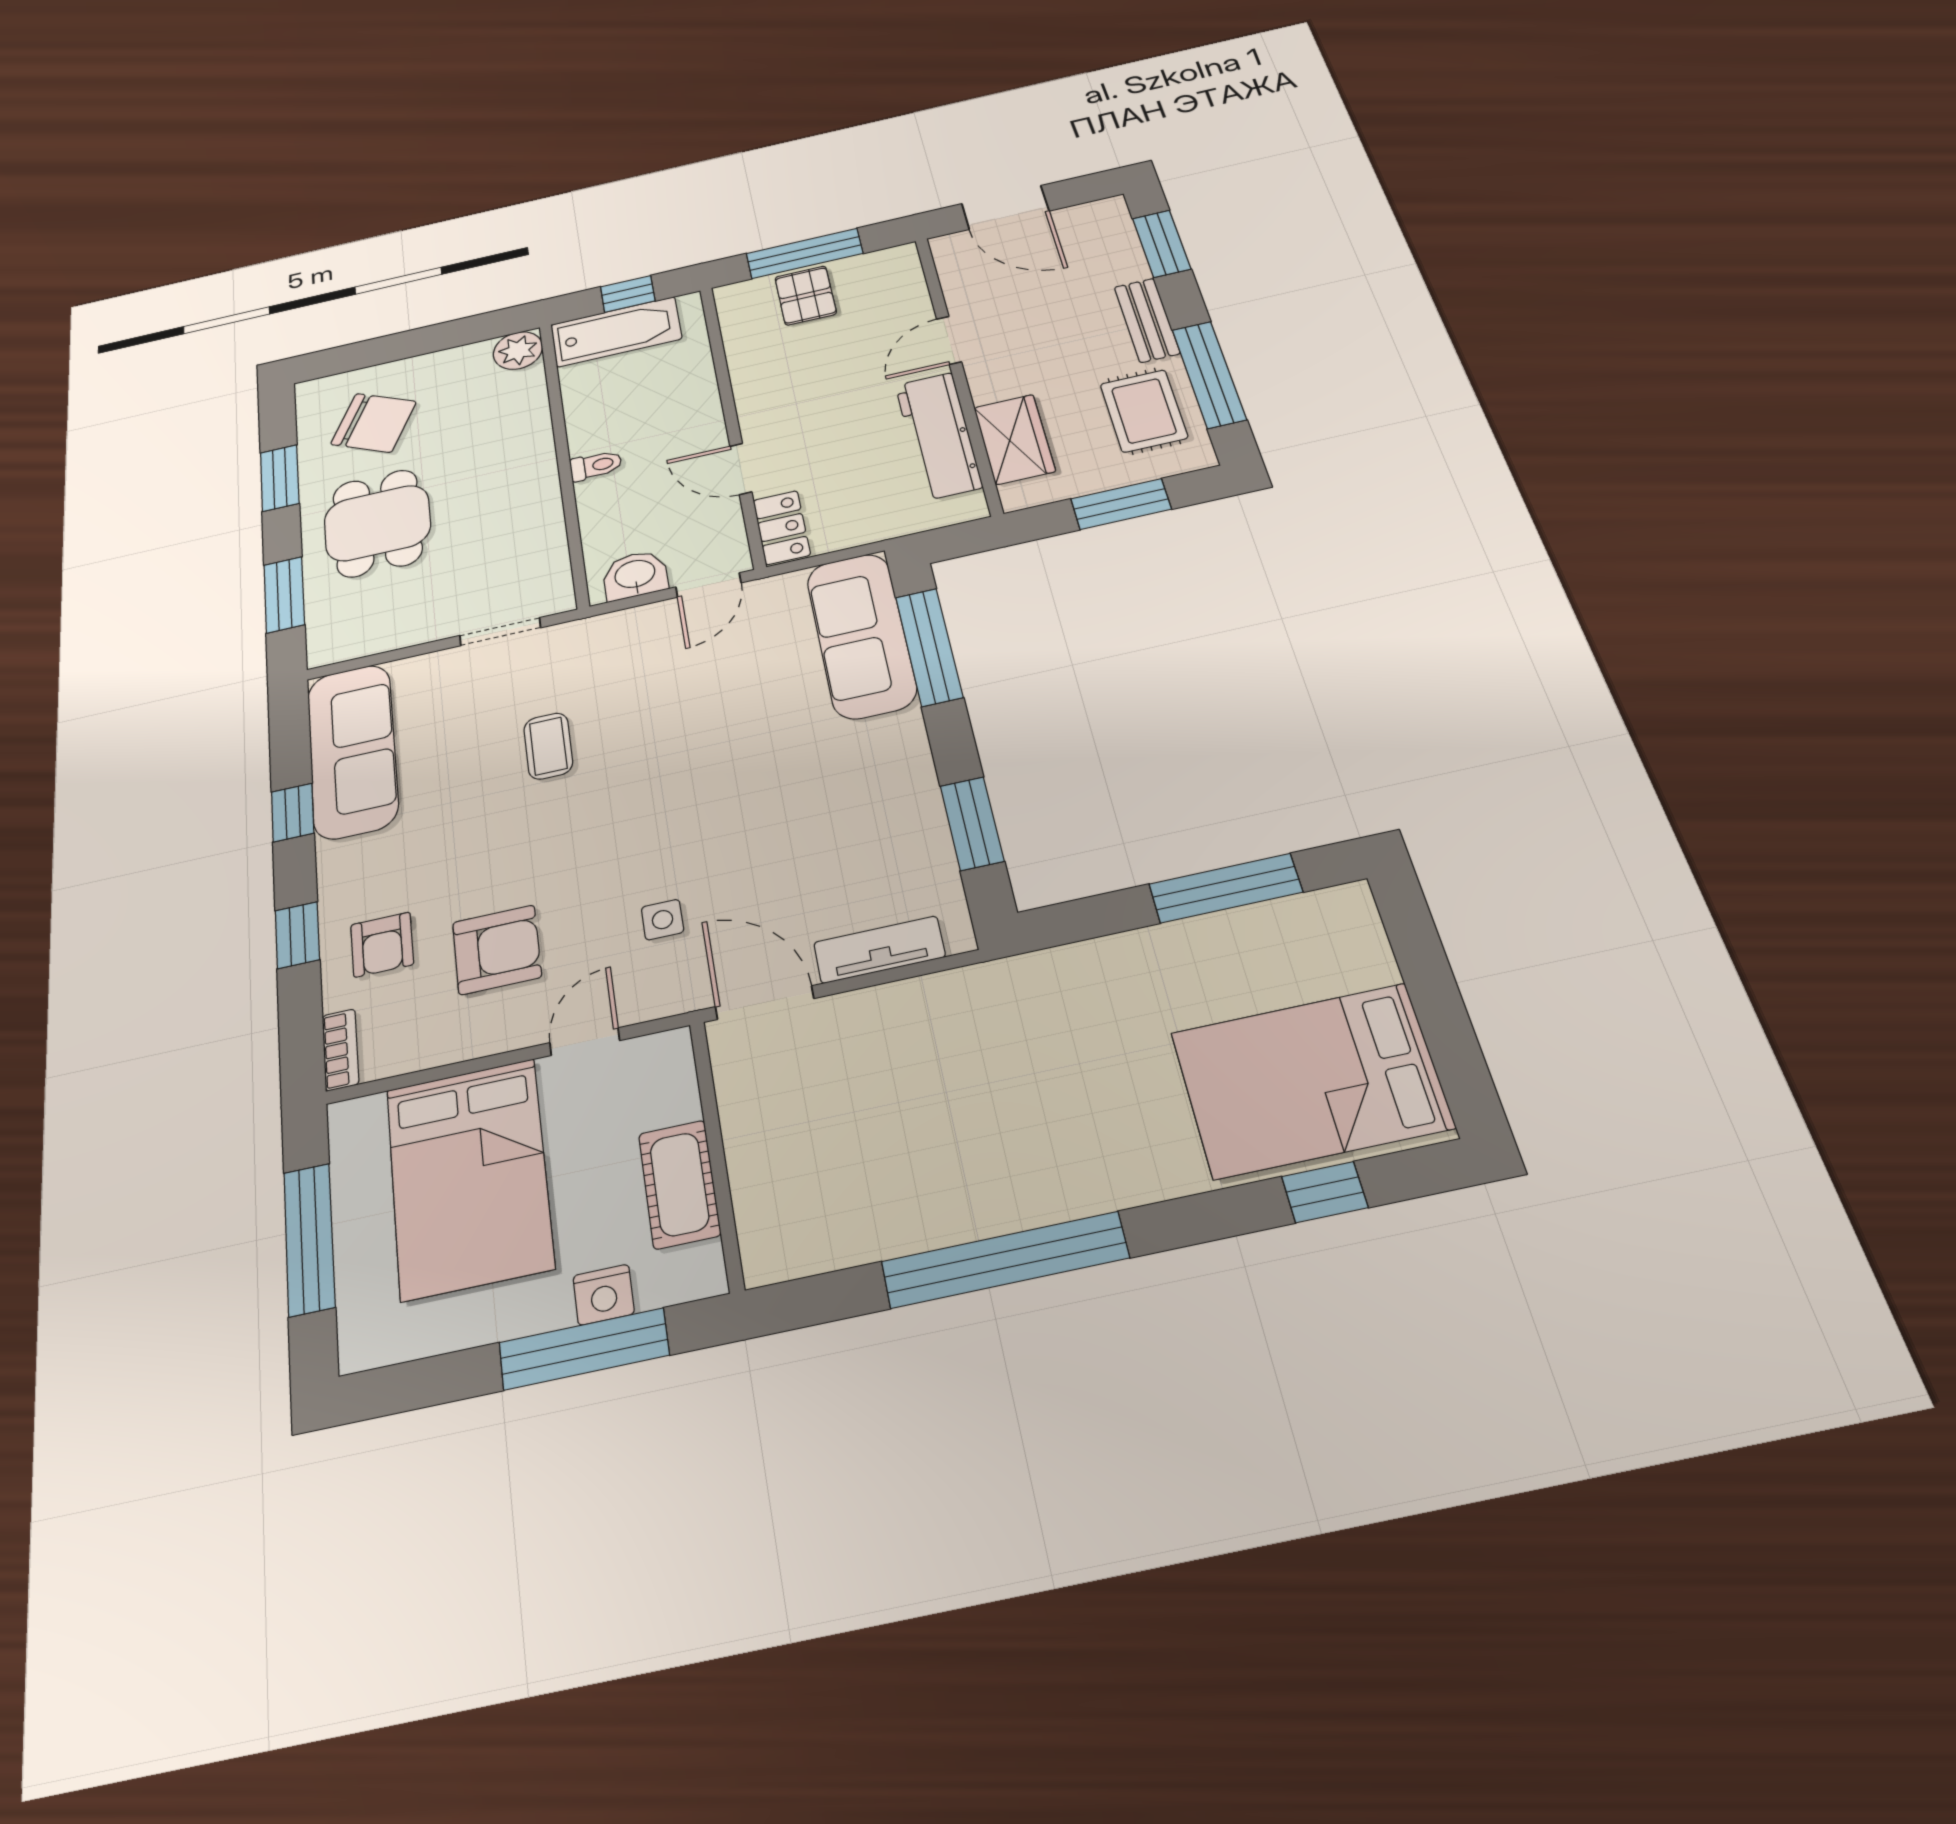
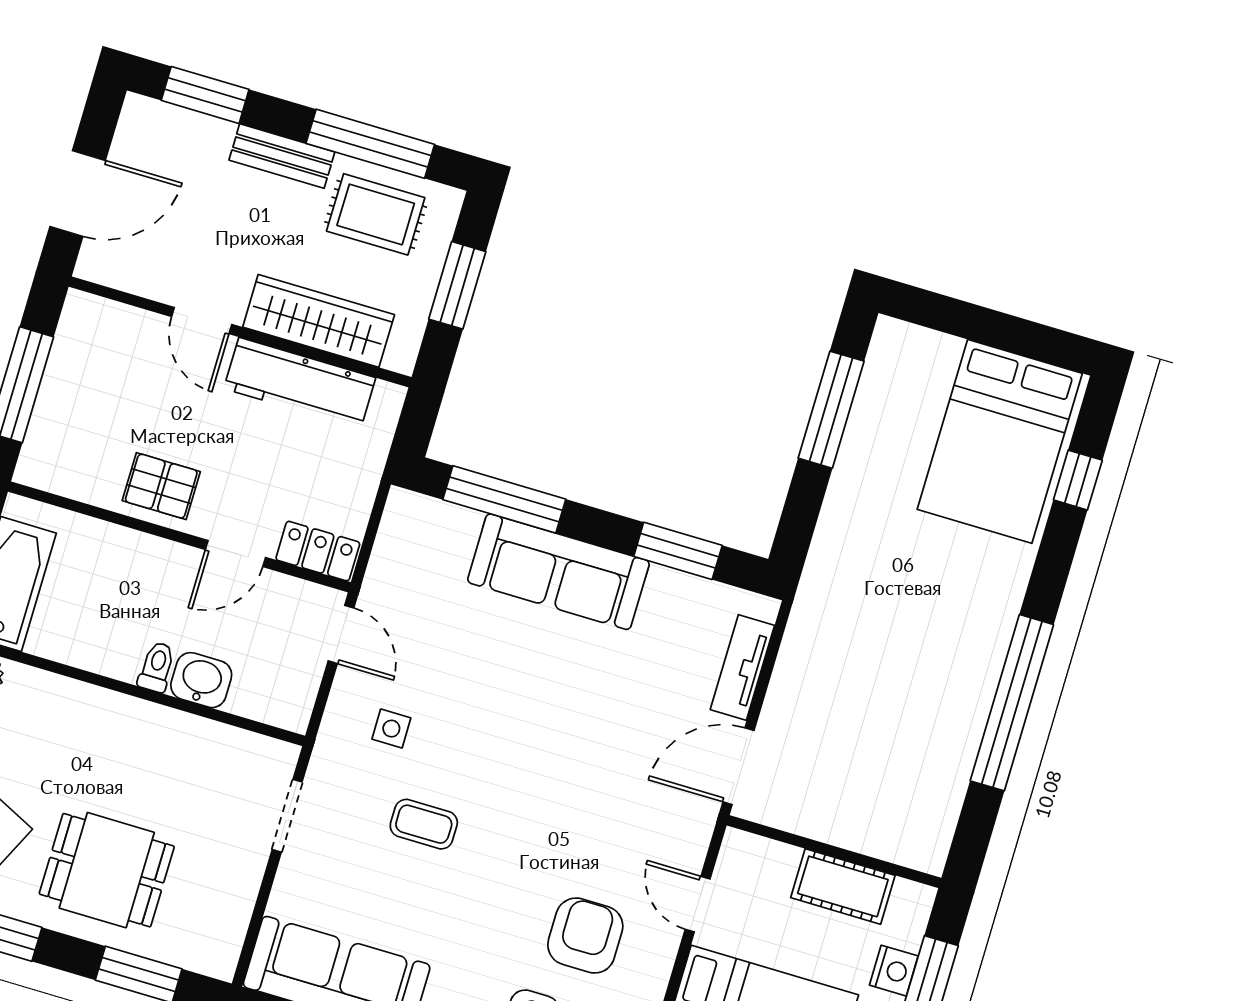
pallet: (806, 295) -> (161, 486), moved
wardrobe: (1014, 439) -> (319, 321), width x1.50
washbasin: (635, 575) -> (201, 680), moved, turned 90
sofa: (861, 635) -> (558, 572), moved
side table: (662, 920) -> (391, 729), moved

